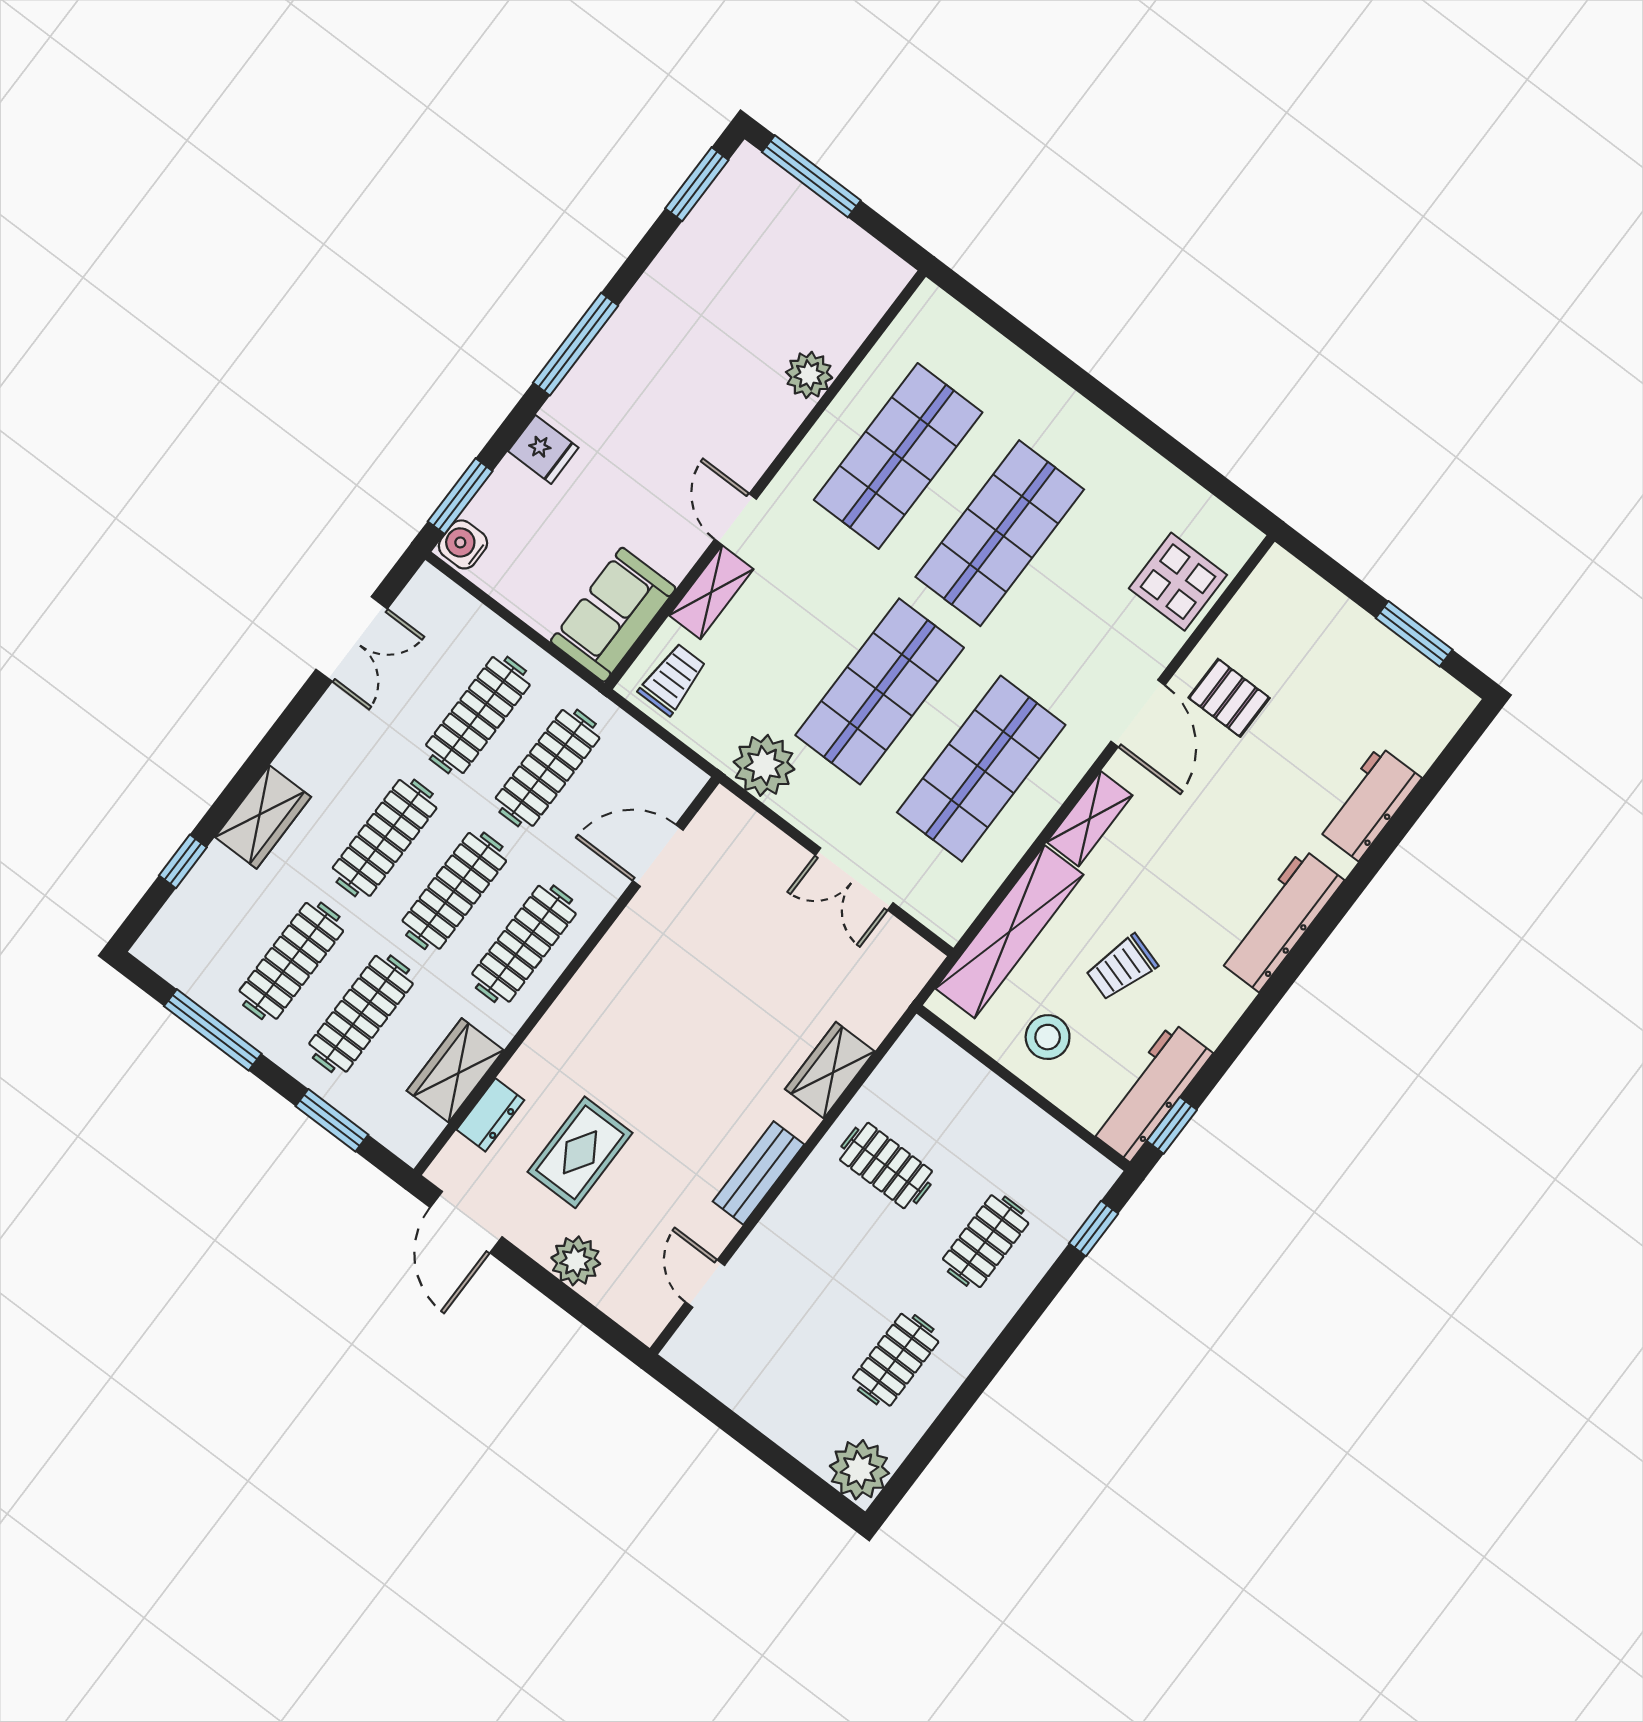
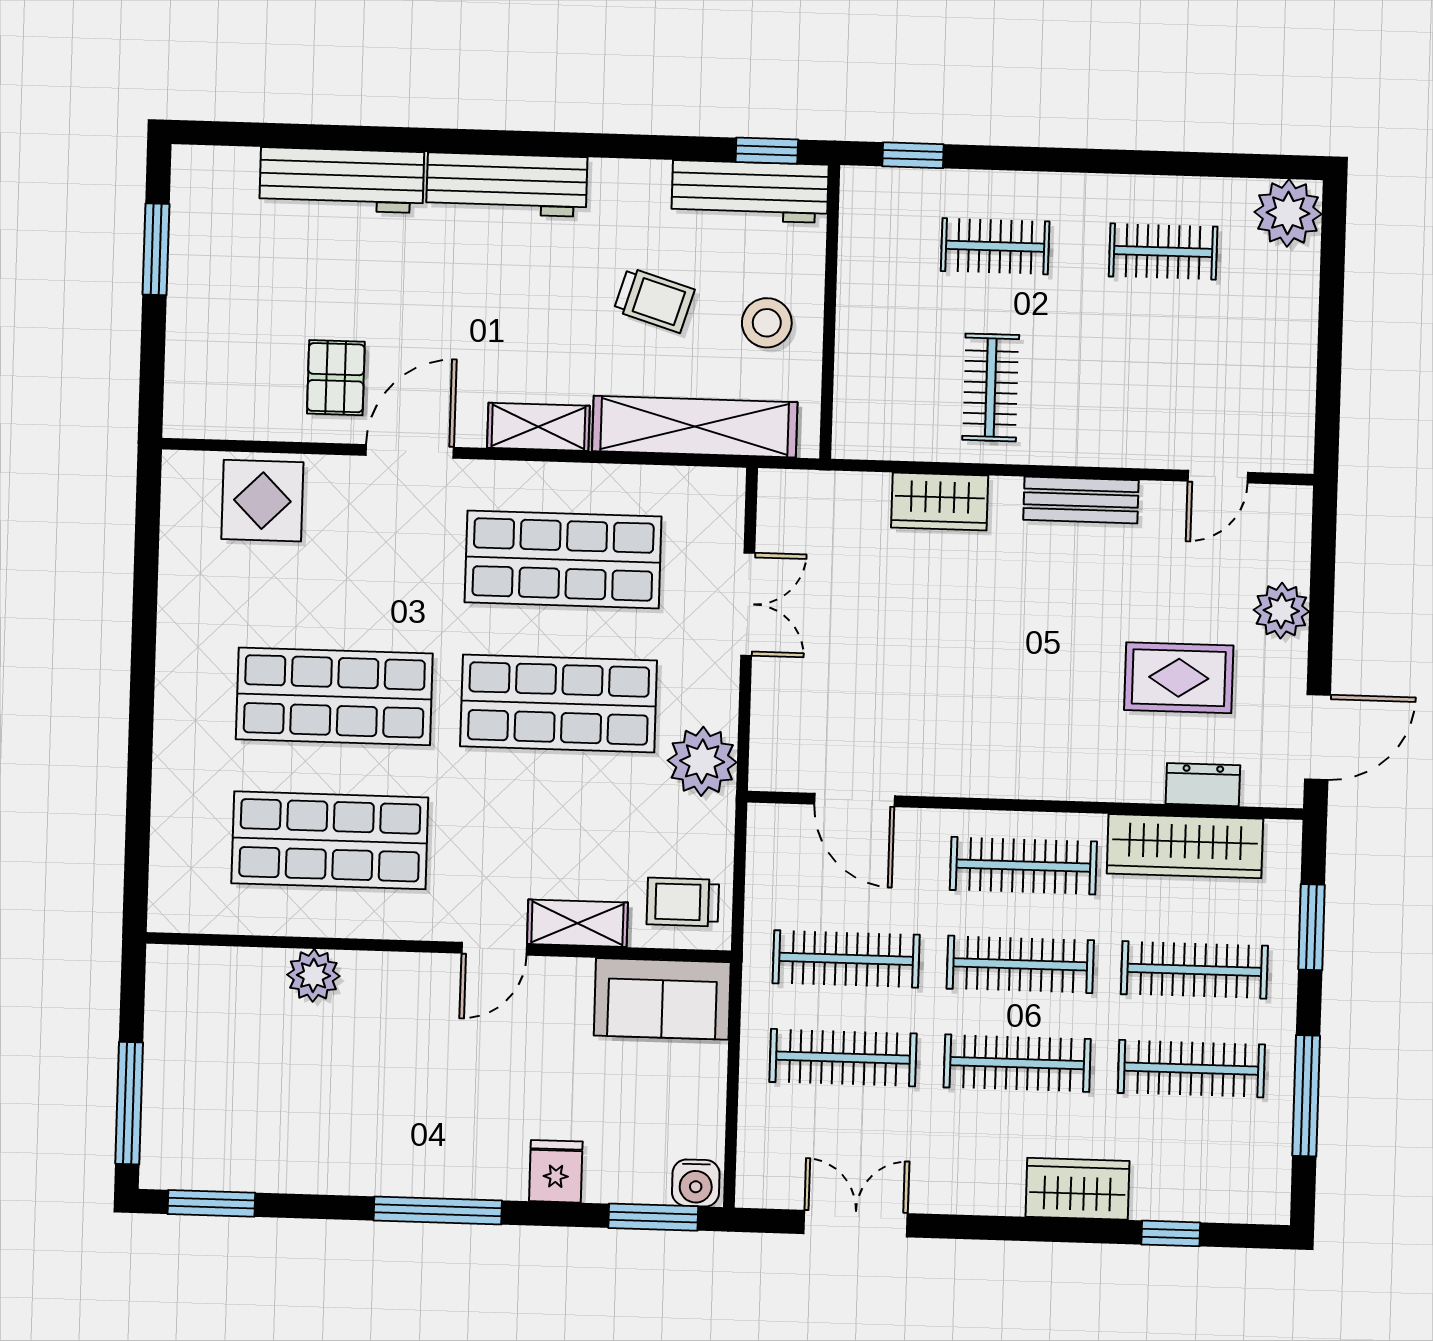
workbench: (1369, 803) -> (342, 180), width x1.38
wardrobe: (455, 1070) -> (1185, 846), width x1.50

